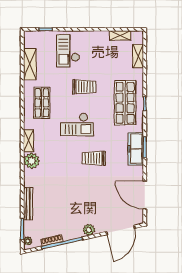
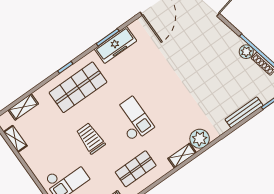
trolley: (94, 158) -> (154, 79), removed
plant: (89, 230) -> (246, 52), moved

